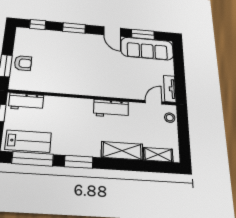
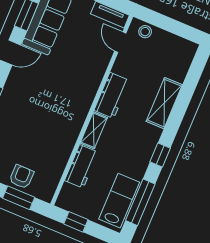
workbench: (26, 102) -> (81, 166), moved
shelving: (158, 155) -> (94, 130), moved
window: (79, 162) -> (160, 155), width x0.67

